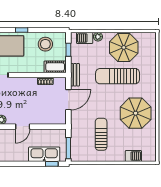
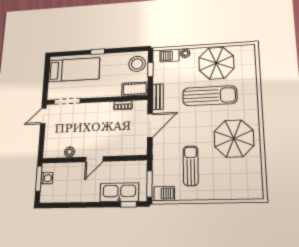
stool: (45, 44) -> (137, 64), moved
sun lounger: (118, 76) -> (210, 96), turned 180
barbecue: (133, 156) -> (164, 194), moved

